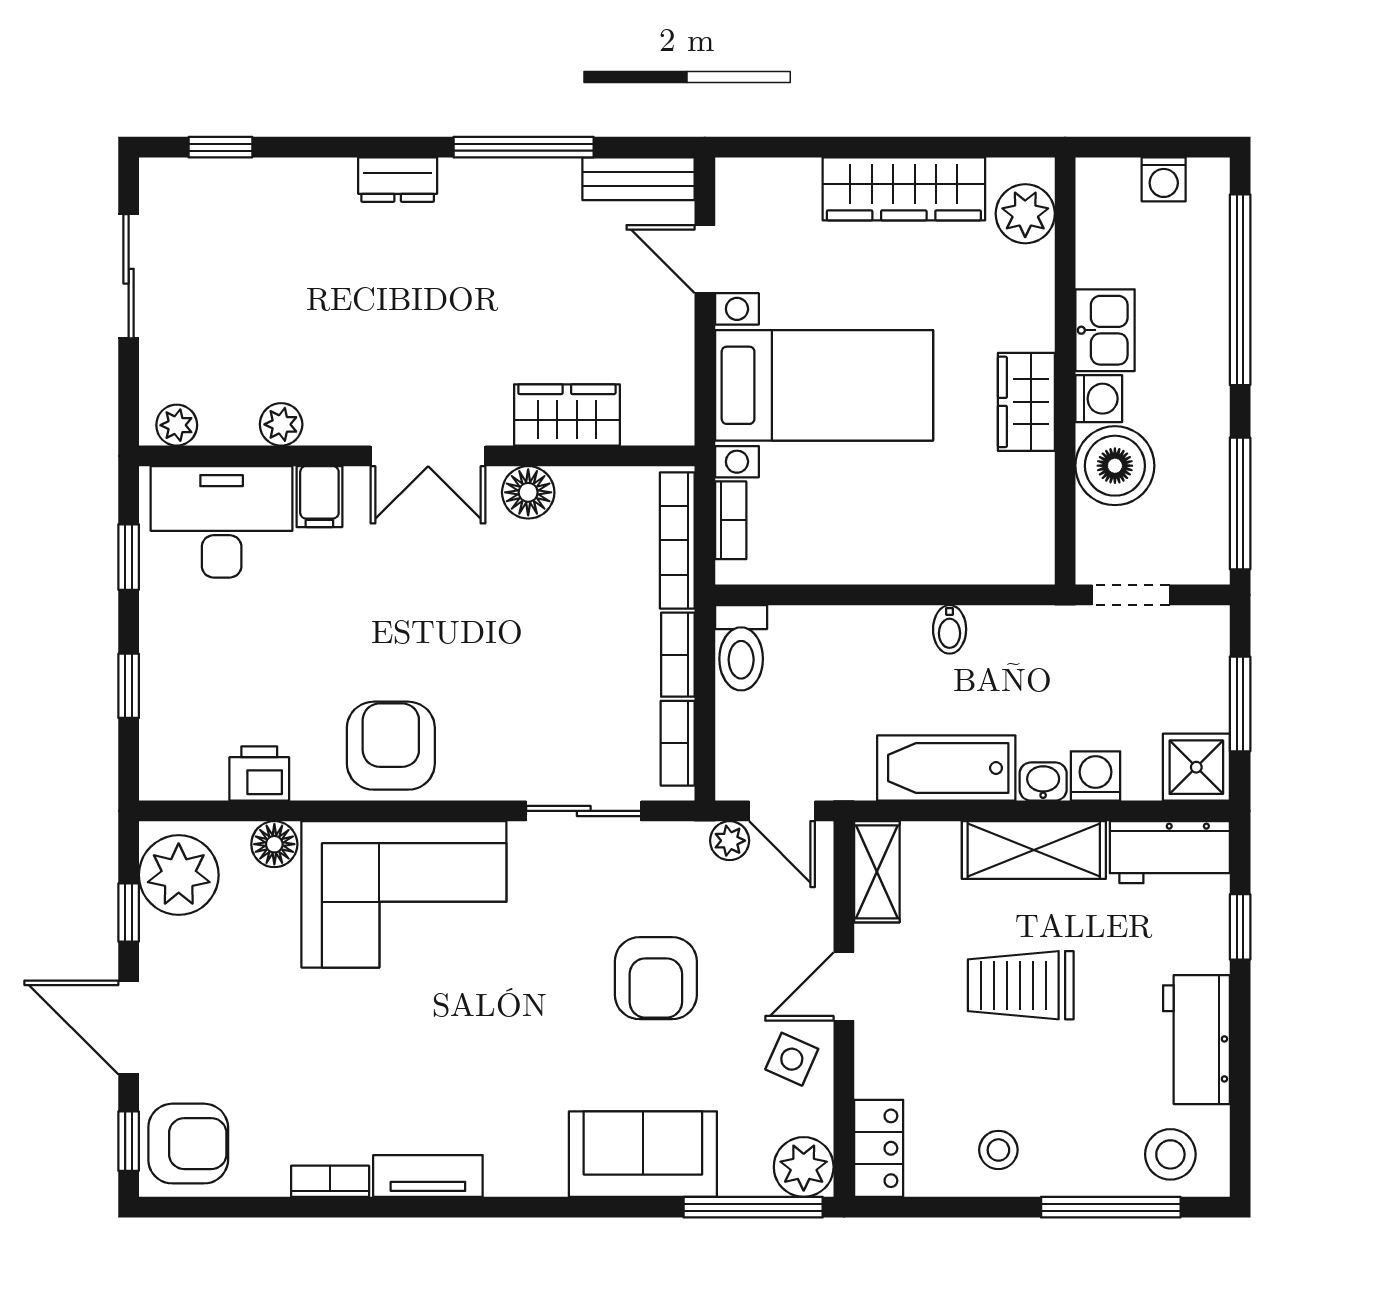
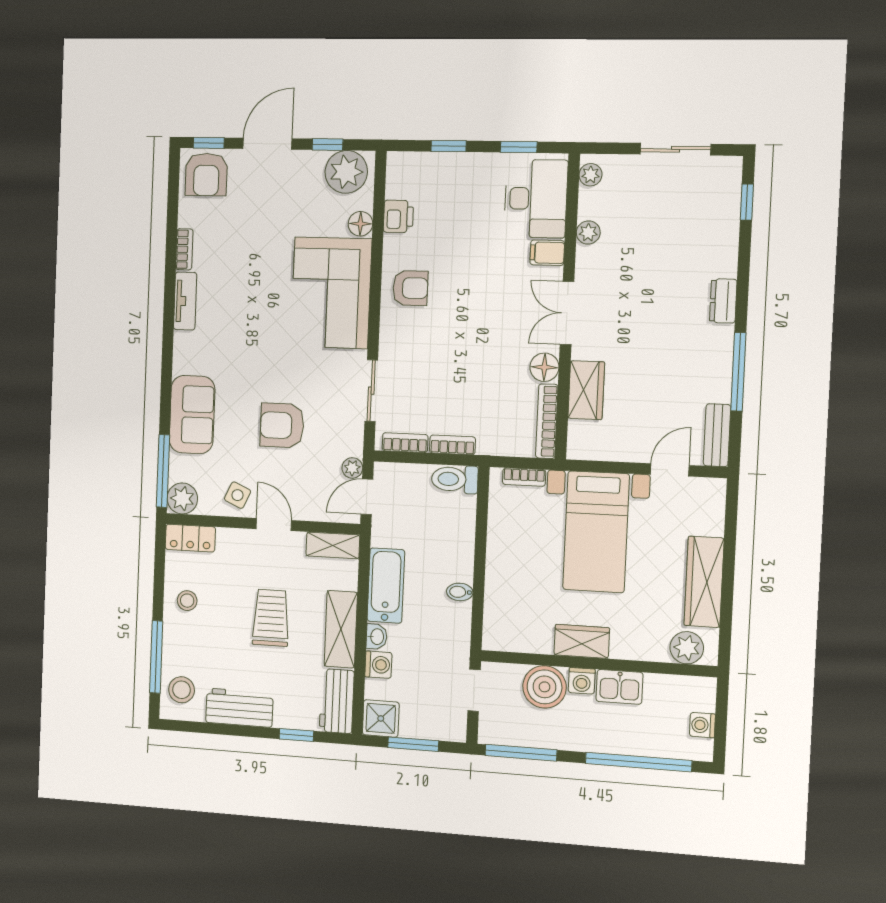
bookcase: (677, 540) -> (547, 421), moved, turned -90
armchair: (391, 746) -> (410, 288), width x0.72, depth x0.72

